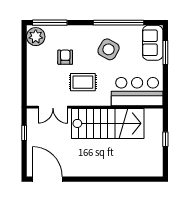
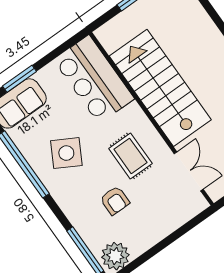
armchair: (65, 57) -> (115, 201), turned -90

